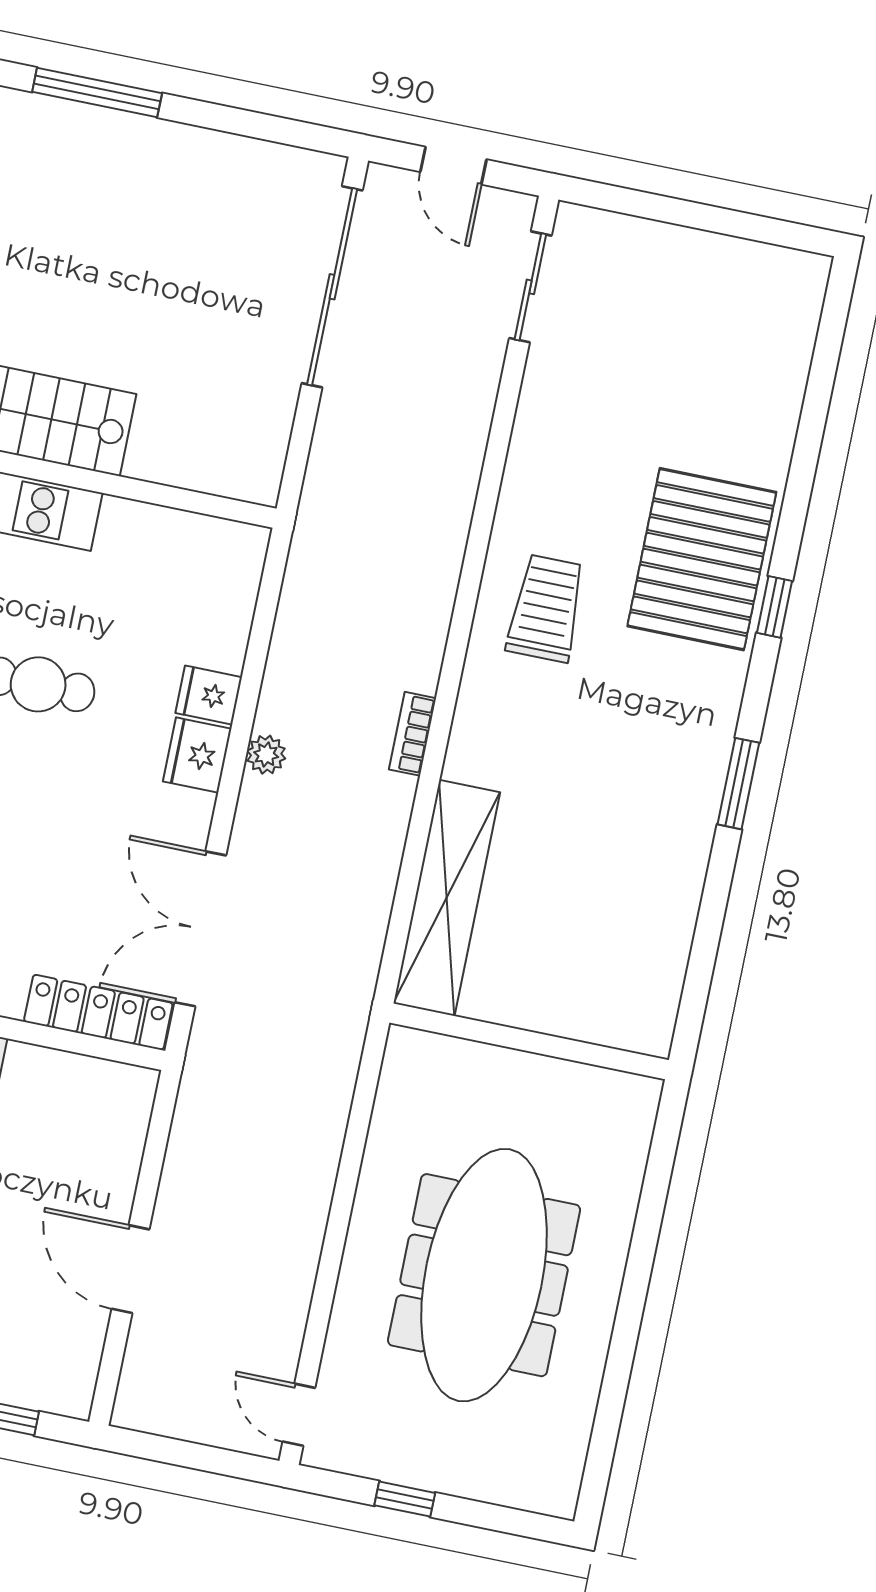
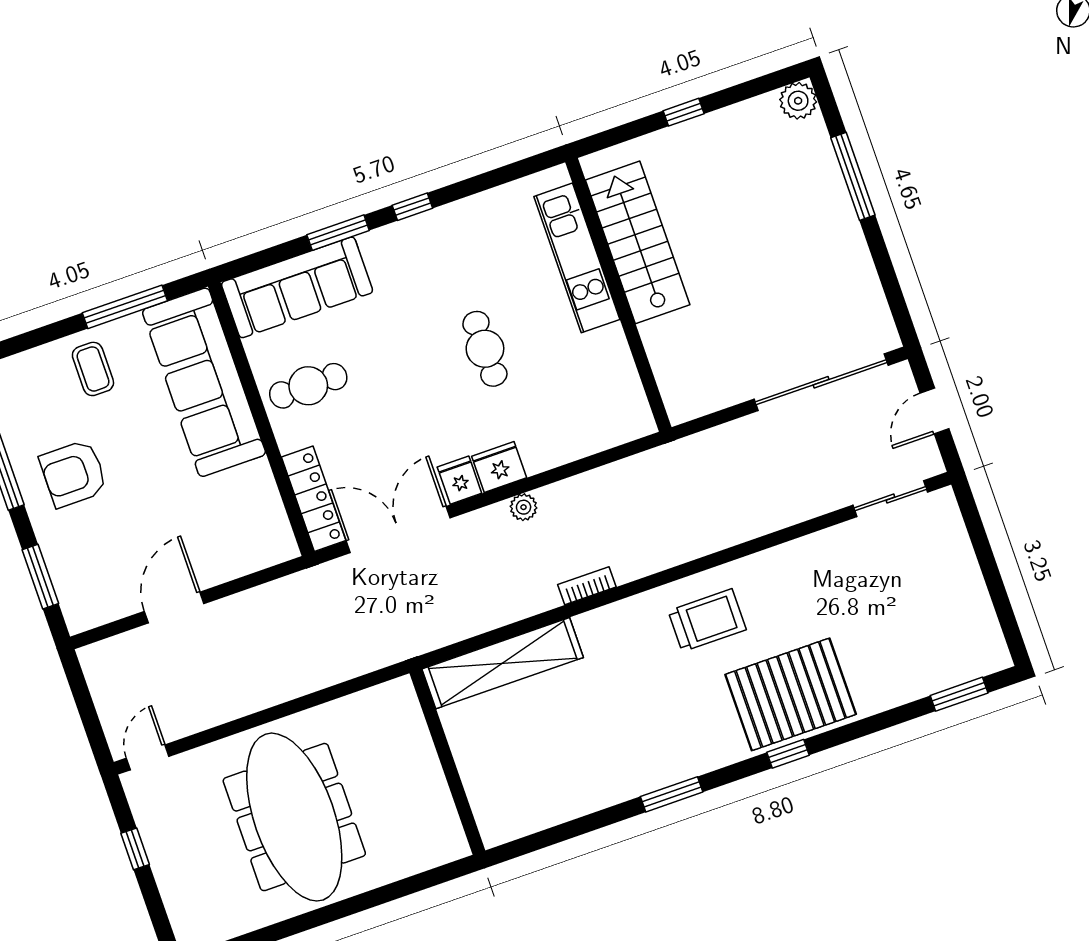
window: (828, 347) -> (959, 694), added
fridge: (209, 695) -> (459, 480), moved
meeting table: (484, 1275) -> (294, 817), turned 90

